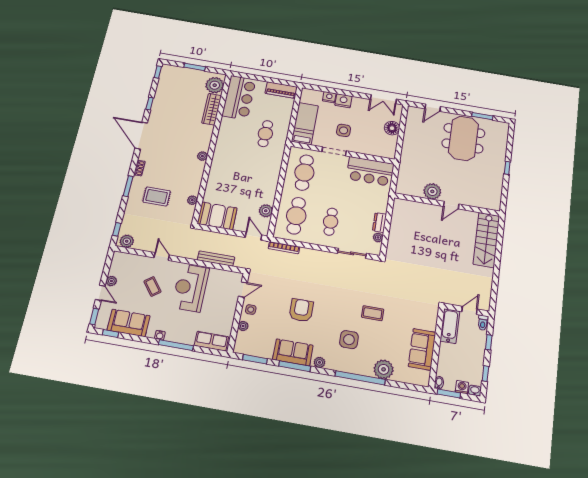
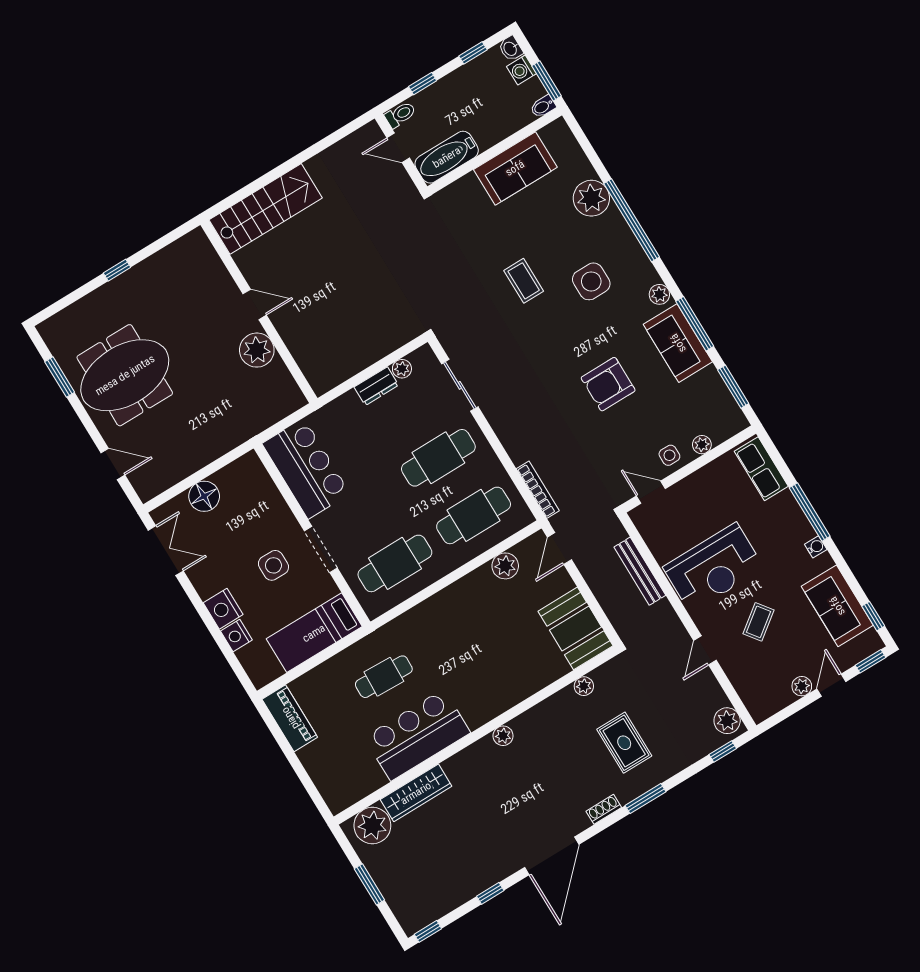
bar counter: (239, 98) -> (417, 735), moved
cafe table: (331, 222) -> (438, 458), width x1.37, depth x1.35

